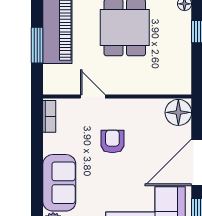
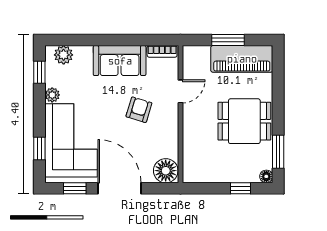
armchair: (112, 141) -> (139, 110), turned -73
sofa: (59, 183) -> (120, 61), moved

